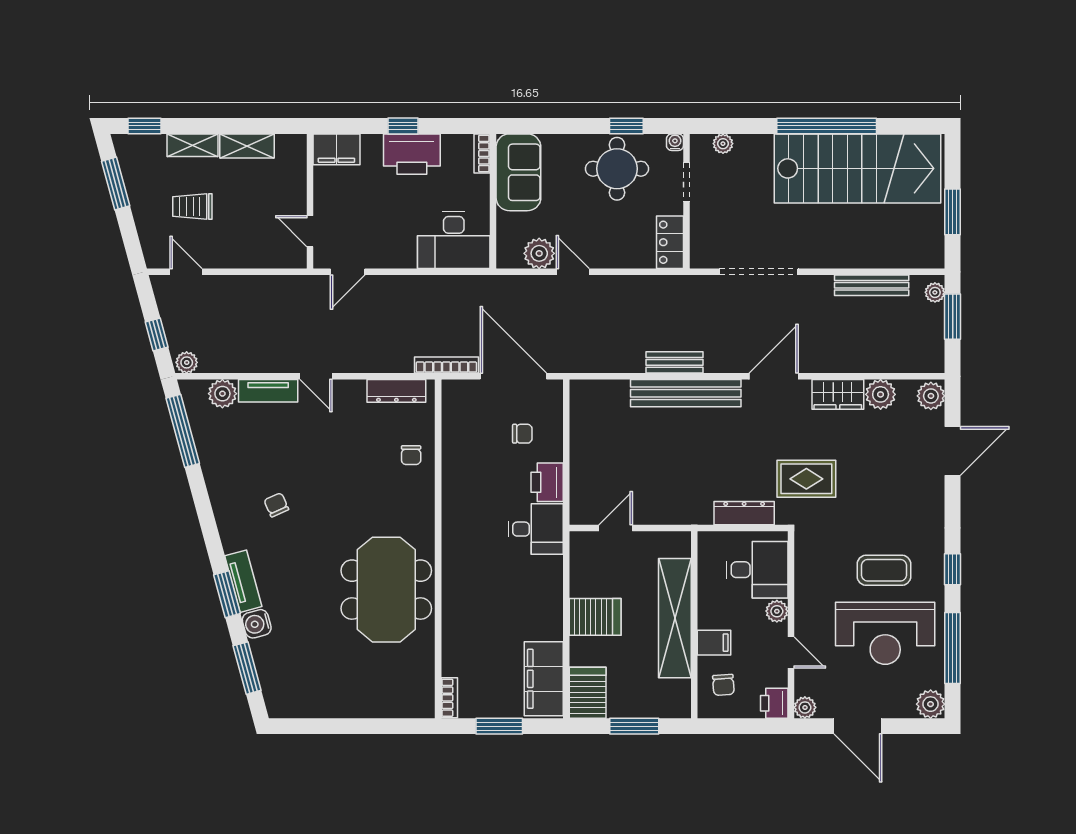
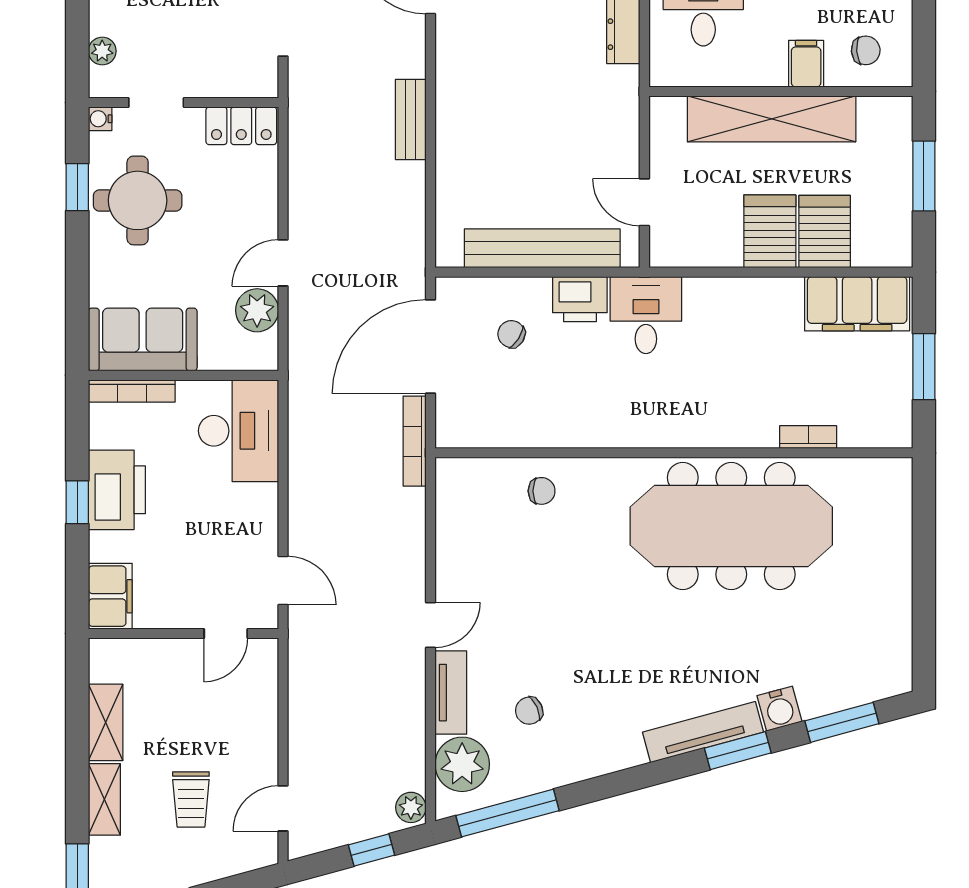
bookcase: (482, 153) -> (132, 391), width x1.56
dresser: (396, 391) -> (451, 512), removed
bench: (686, 393) -> (542, 248), moved, turned 90
plant: (222, 394) -> (462, 764), width x1.36, depth x1.36
chair: (522, 434) -> (511, 334), turned -58
chair: (276, 505) -> (529, 711), moved
tv unit: (243, 581) -> (703, 732), width x1.41
meeting table: (386, 590) -> (731, 526), width x1.36
server rack: (588, 693) -> (825, 232), moved, turned 90
bookcase: (449, 698) -> (808, 437), moved

